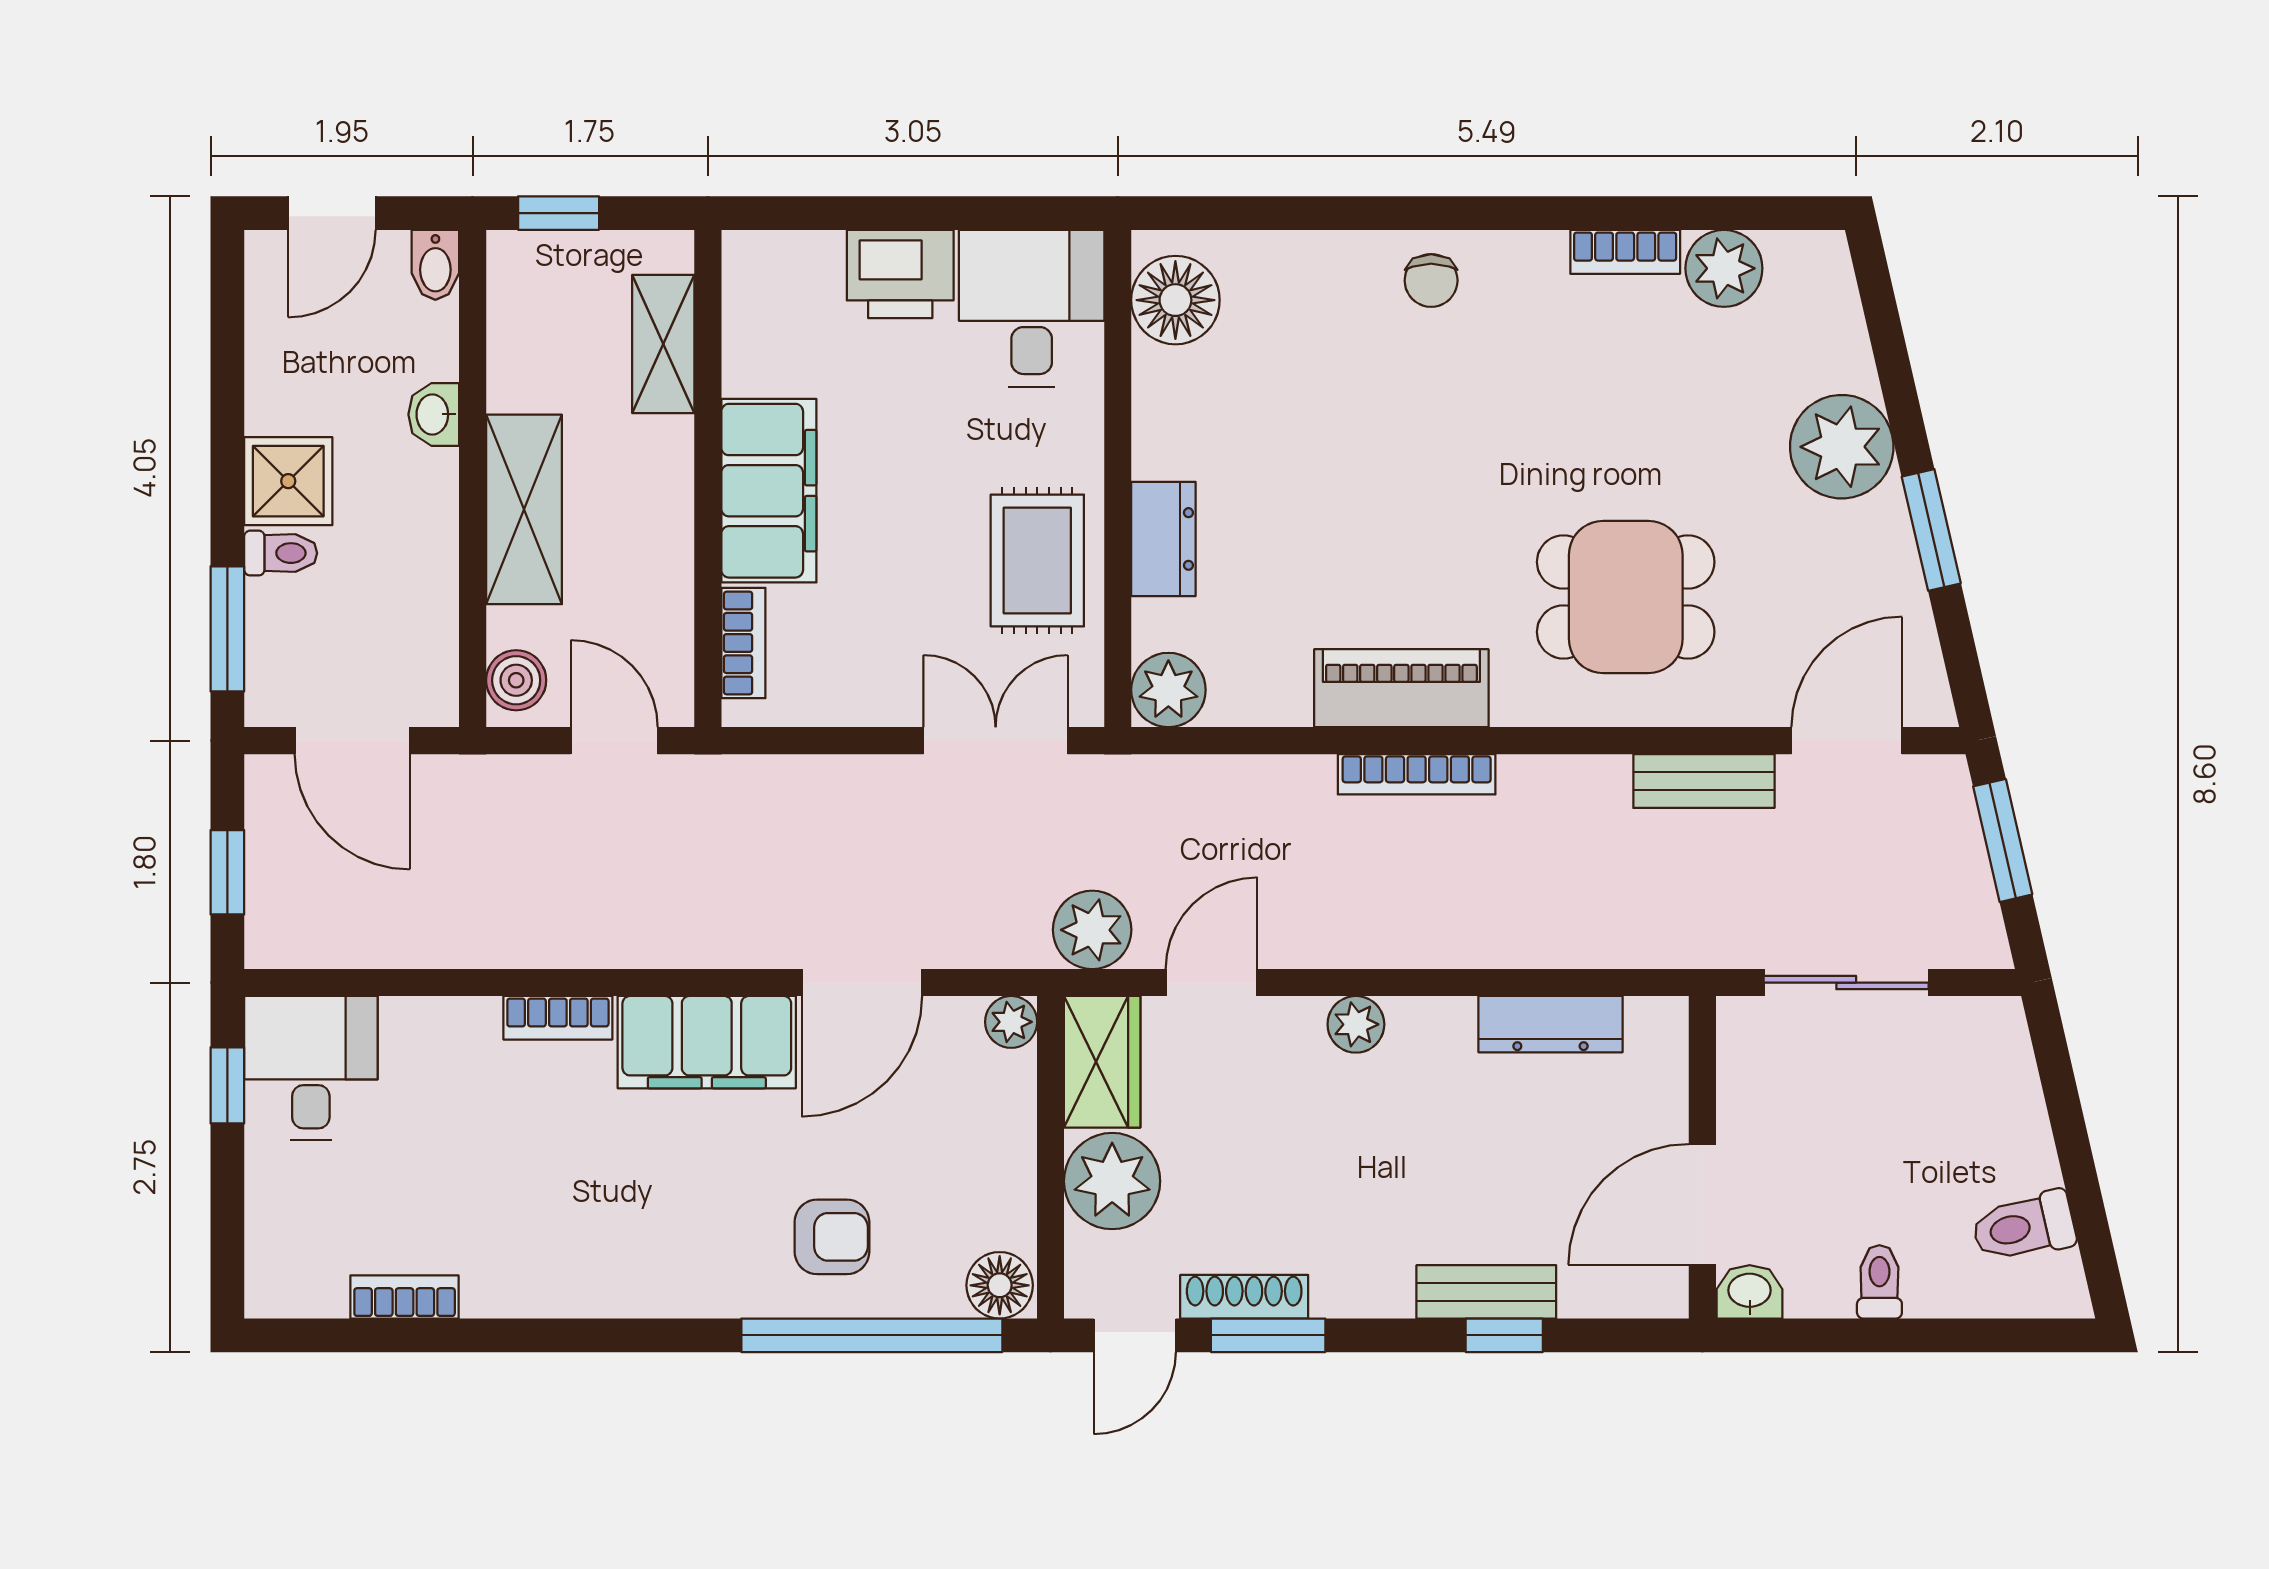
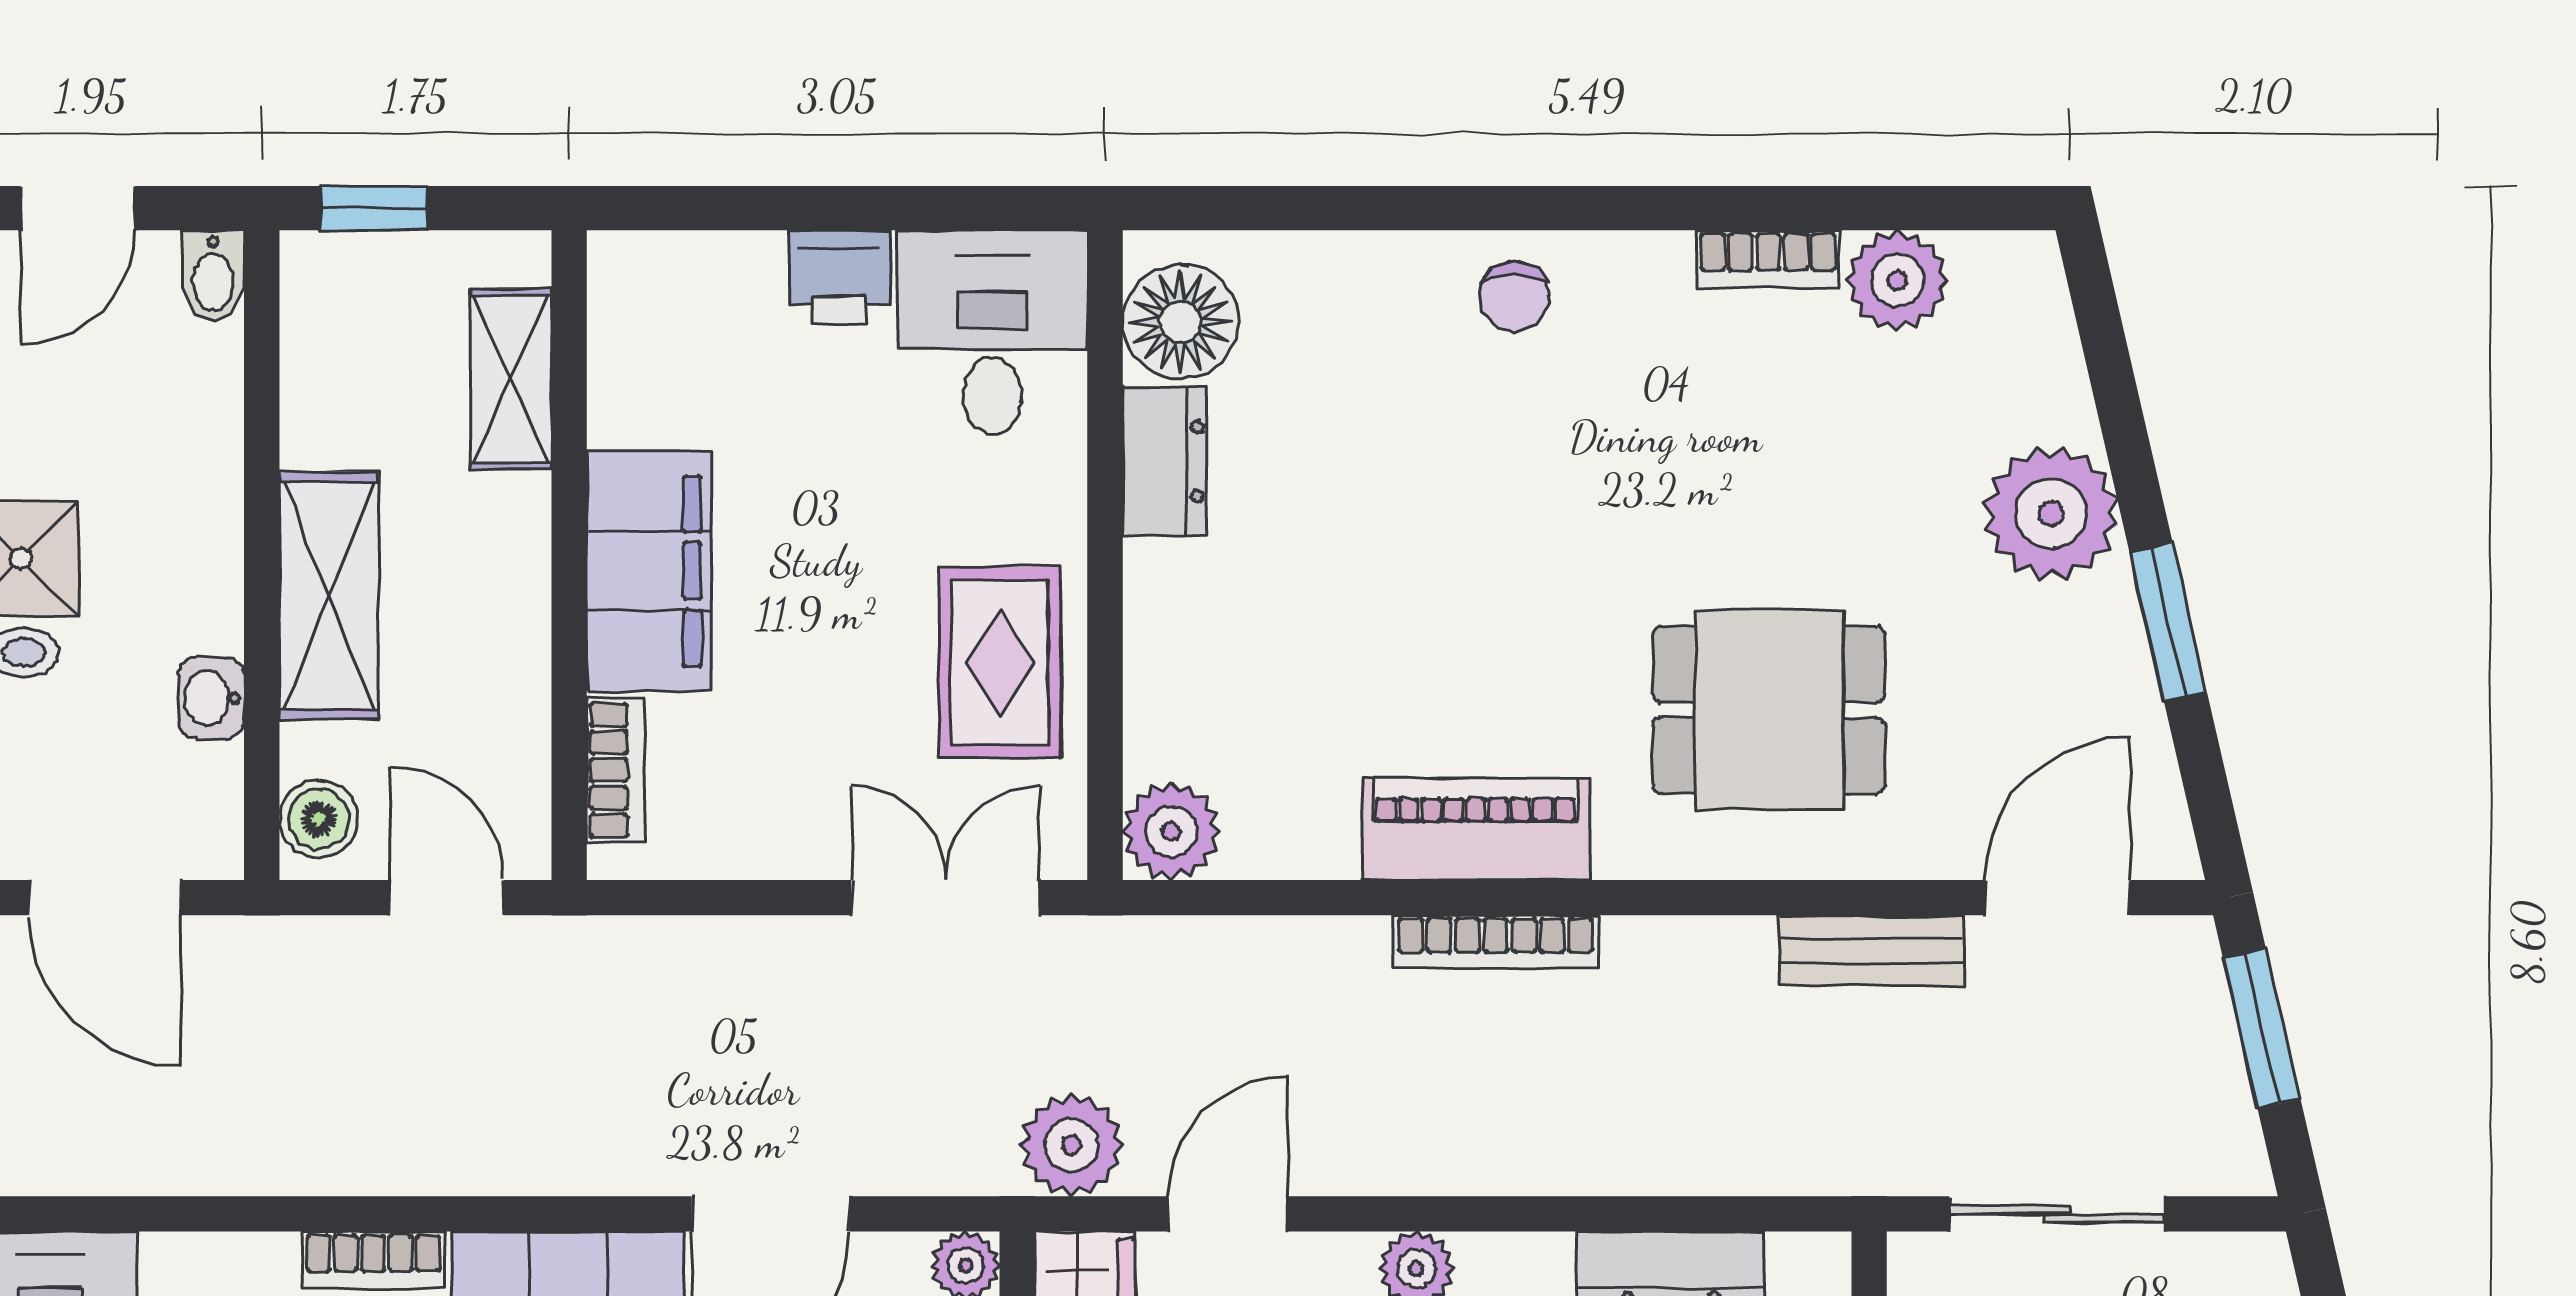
printer: (900, 274) -> (839, 277), width x0.73, depth x0.81
washbasin: (434, 414) -> (211, 698), moved
dresser: (1163, 539) -> (1165, 462), moved

